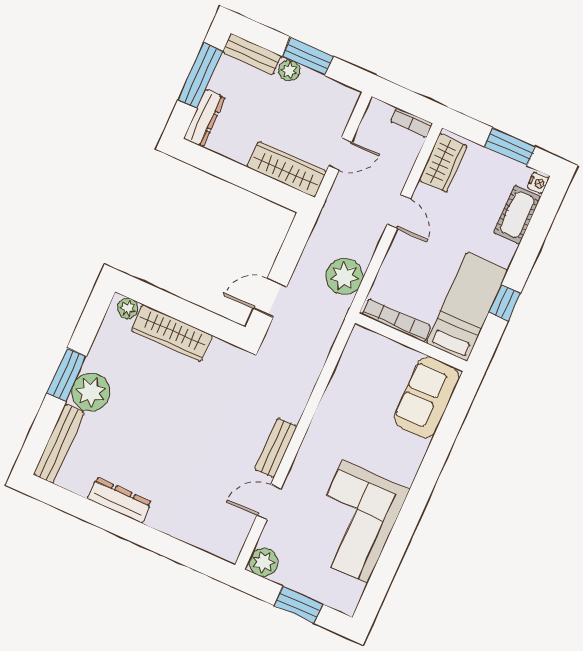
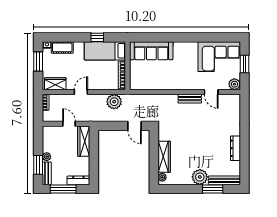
window: (308, 56) -> (38, 165), moved
window: (67, 375) -> (213, 189), moved
sofa: (427, 397) -> (151, 51), width x1.36
corner sofa: (355, 522) -> (219, 57), moved

